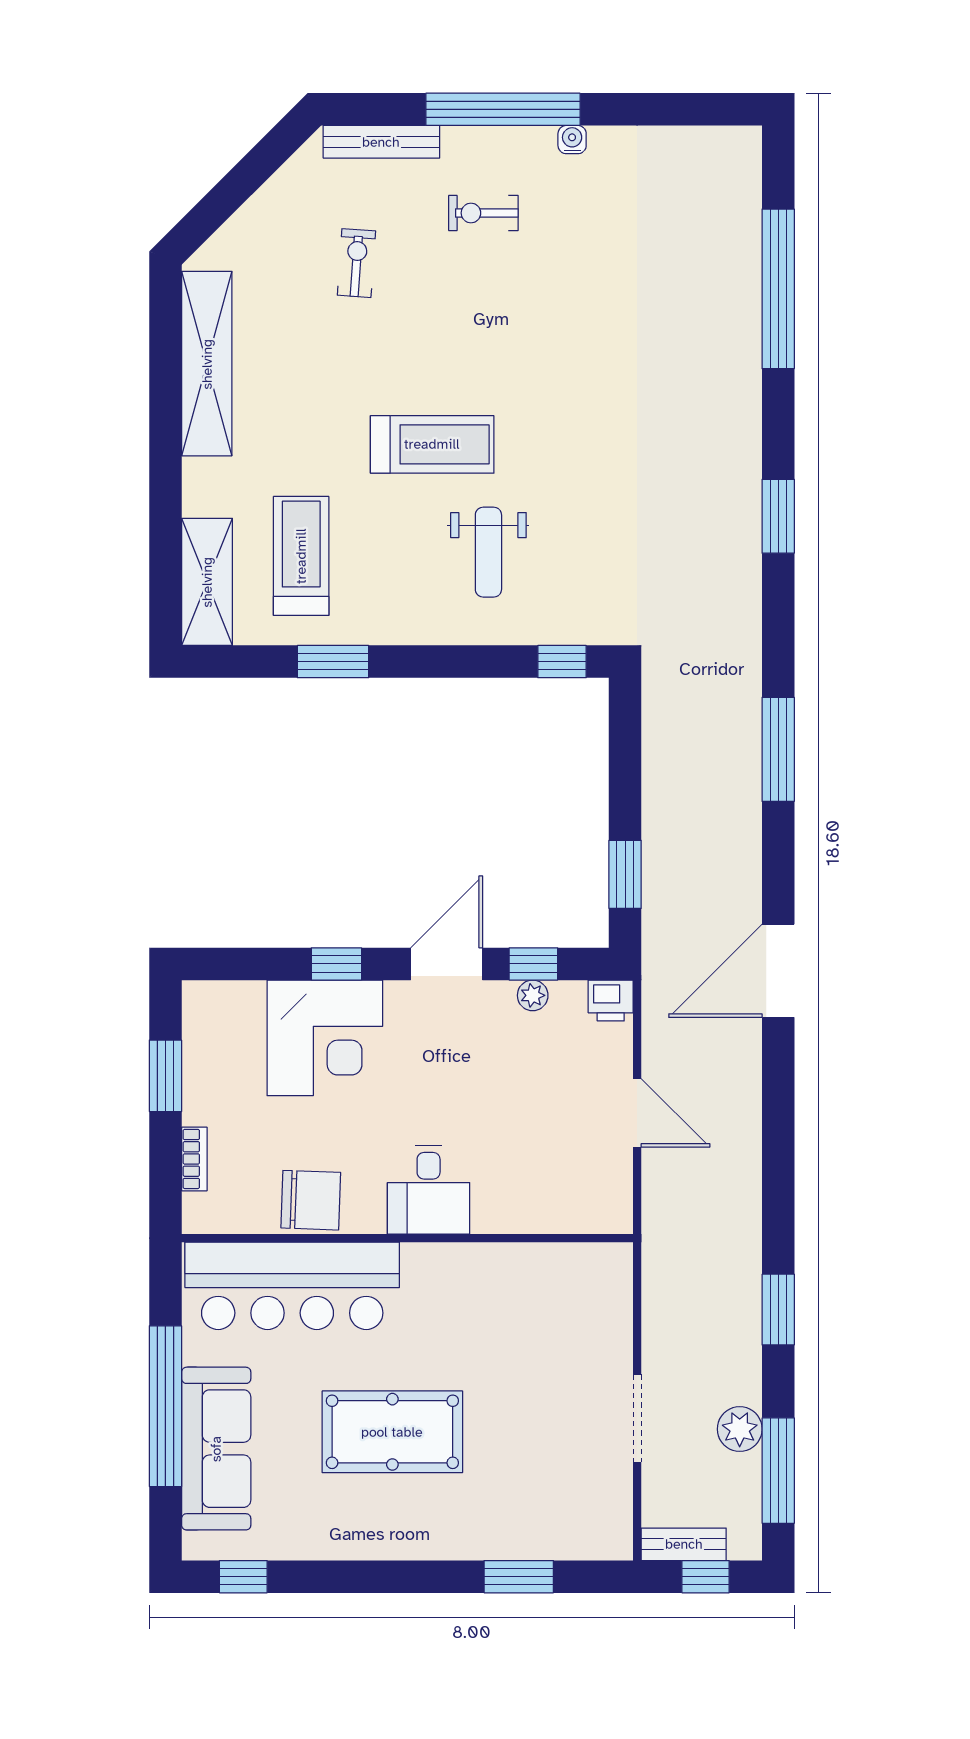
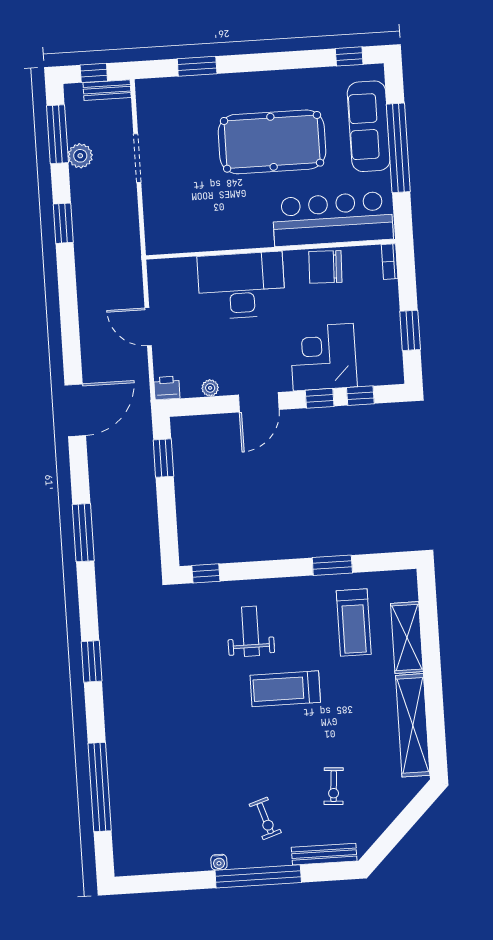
exercise bike: (483, 213) -> (265, 818), turned 72
shelving: (207, 582) -> (407, 637), moved
window: (533, 964) -> (360, 396), moved
bookcase: (194, 1159) -> (390, 262), moved
desk: (429, 1190) -> (241, 285), width x1.87, depth x1.30
pool table: (392, 1432) -> (272, 142), width x1.36, depth x1.32

